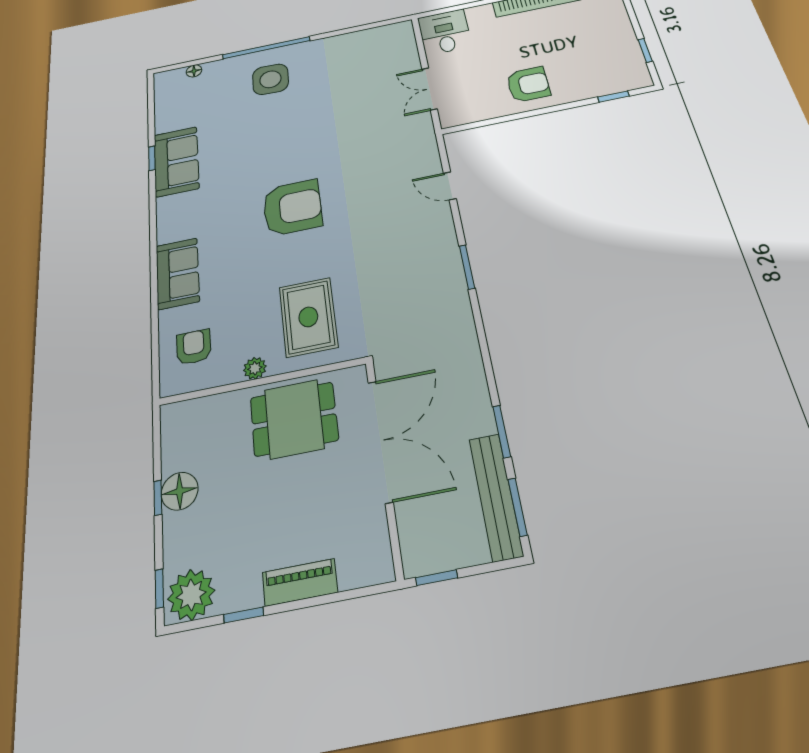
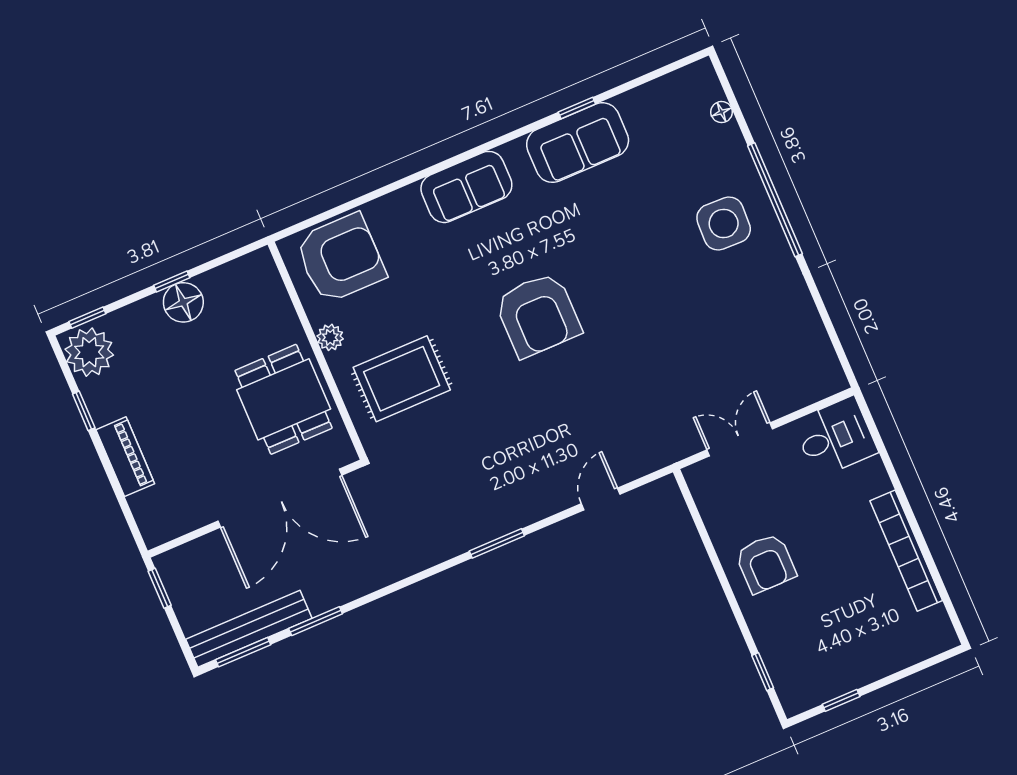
sofa: (178, 273) -> (466, 187), moved
armchair: (194, 347) -> (340, 258), width x1.88, depth x1.88

